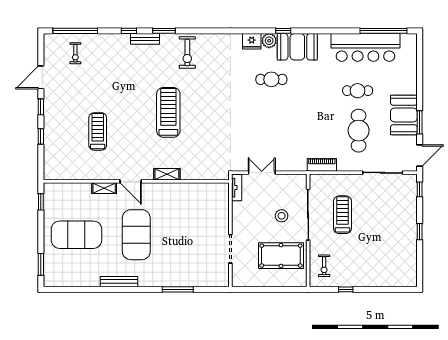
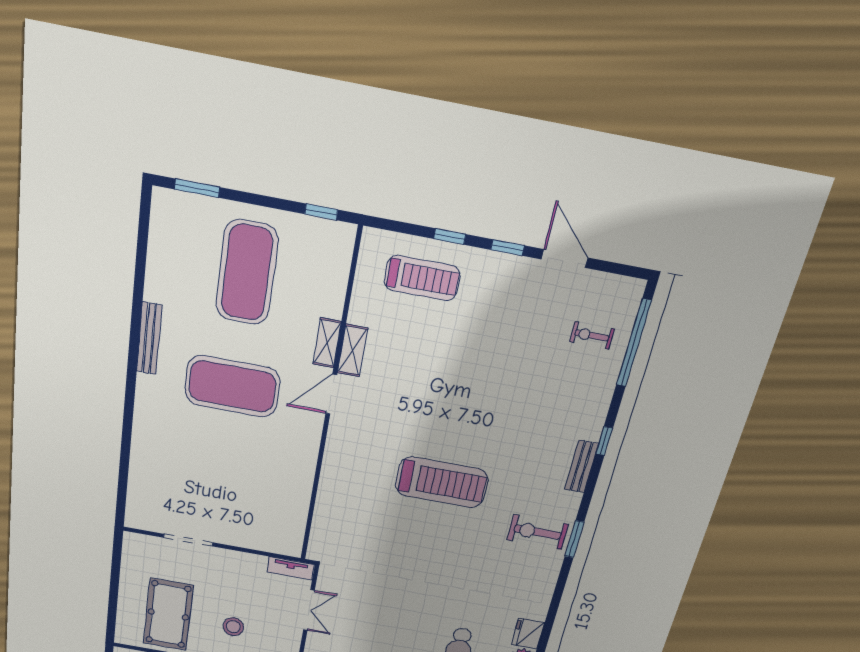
window: (164, 31) -> (574, 539), moved
treadmill: (98, 131) -> (422, 278), moved
shelving: (167, 174) -> (353, 350), moved
window: (178, 289) -> (126, 441), removed

